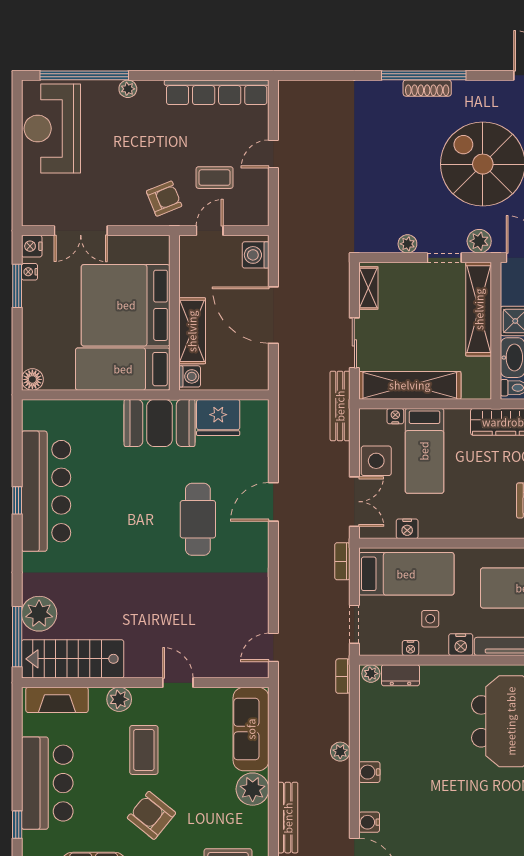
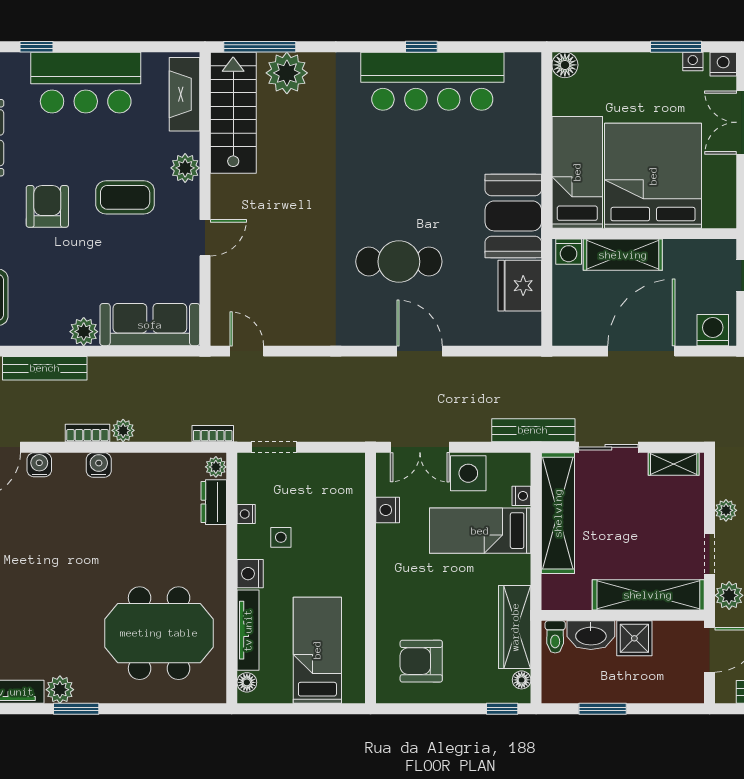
bookcase: (342, 561) -> (87, 433), moved
bed: (406, 574) -> (334, 509), removed
plant: (253, 789) -> (84, 332), width x0.73, depth x0.73
armchair: (151, 815) -> (47, 206), turned -39

